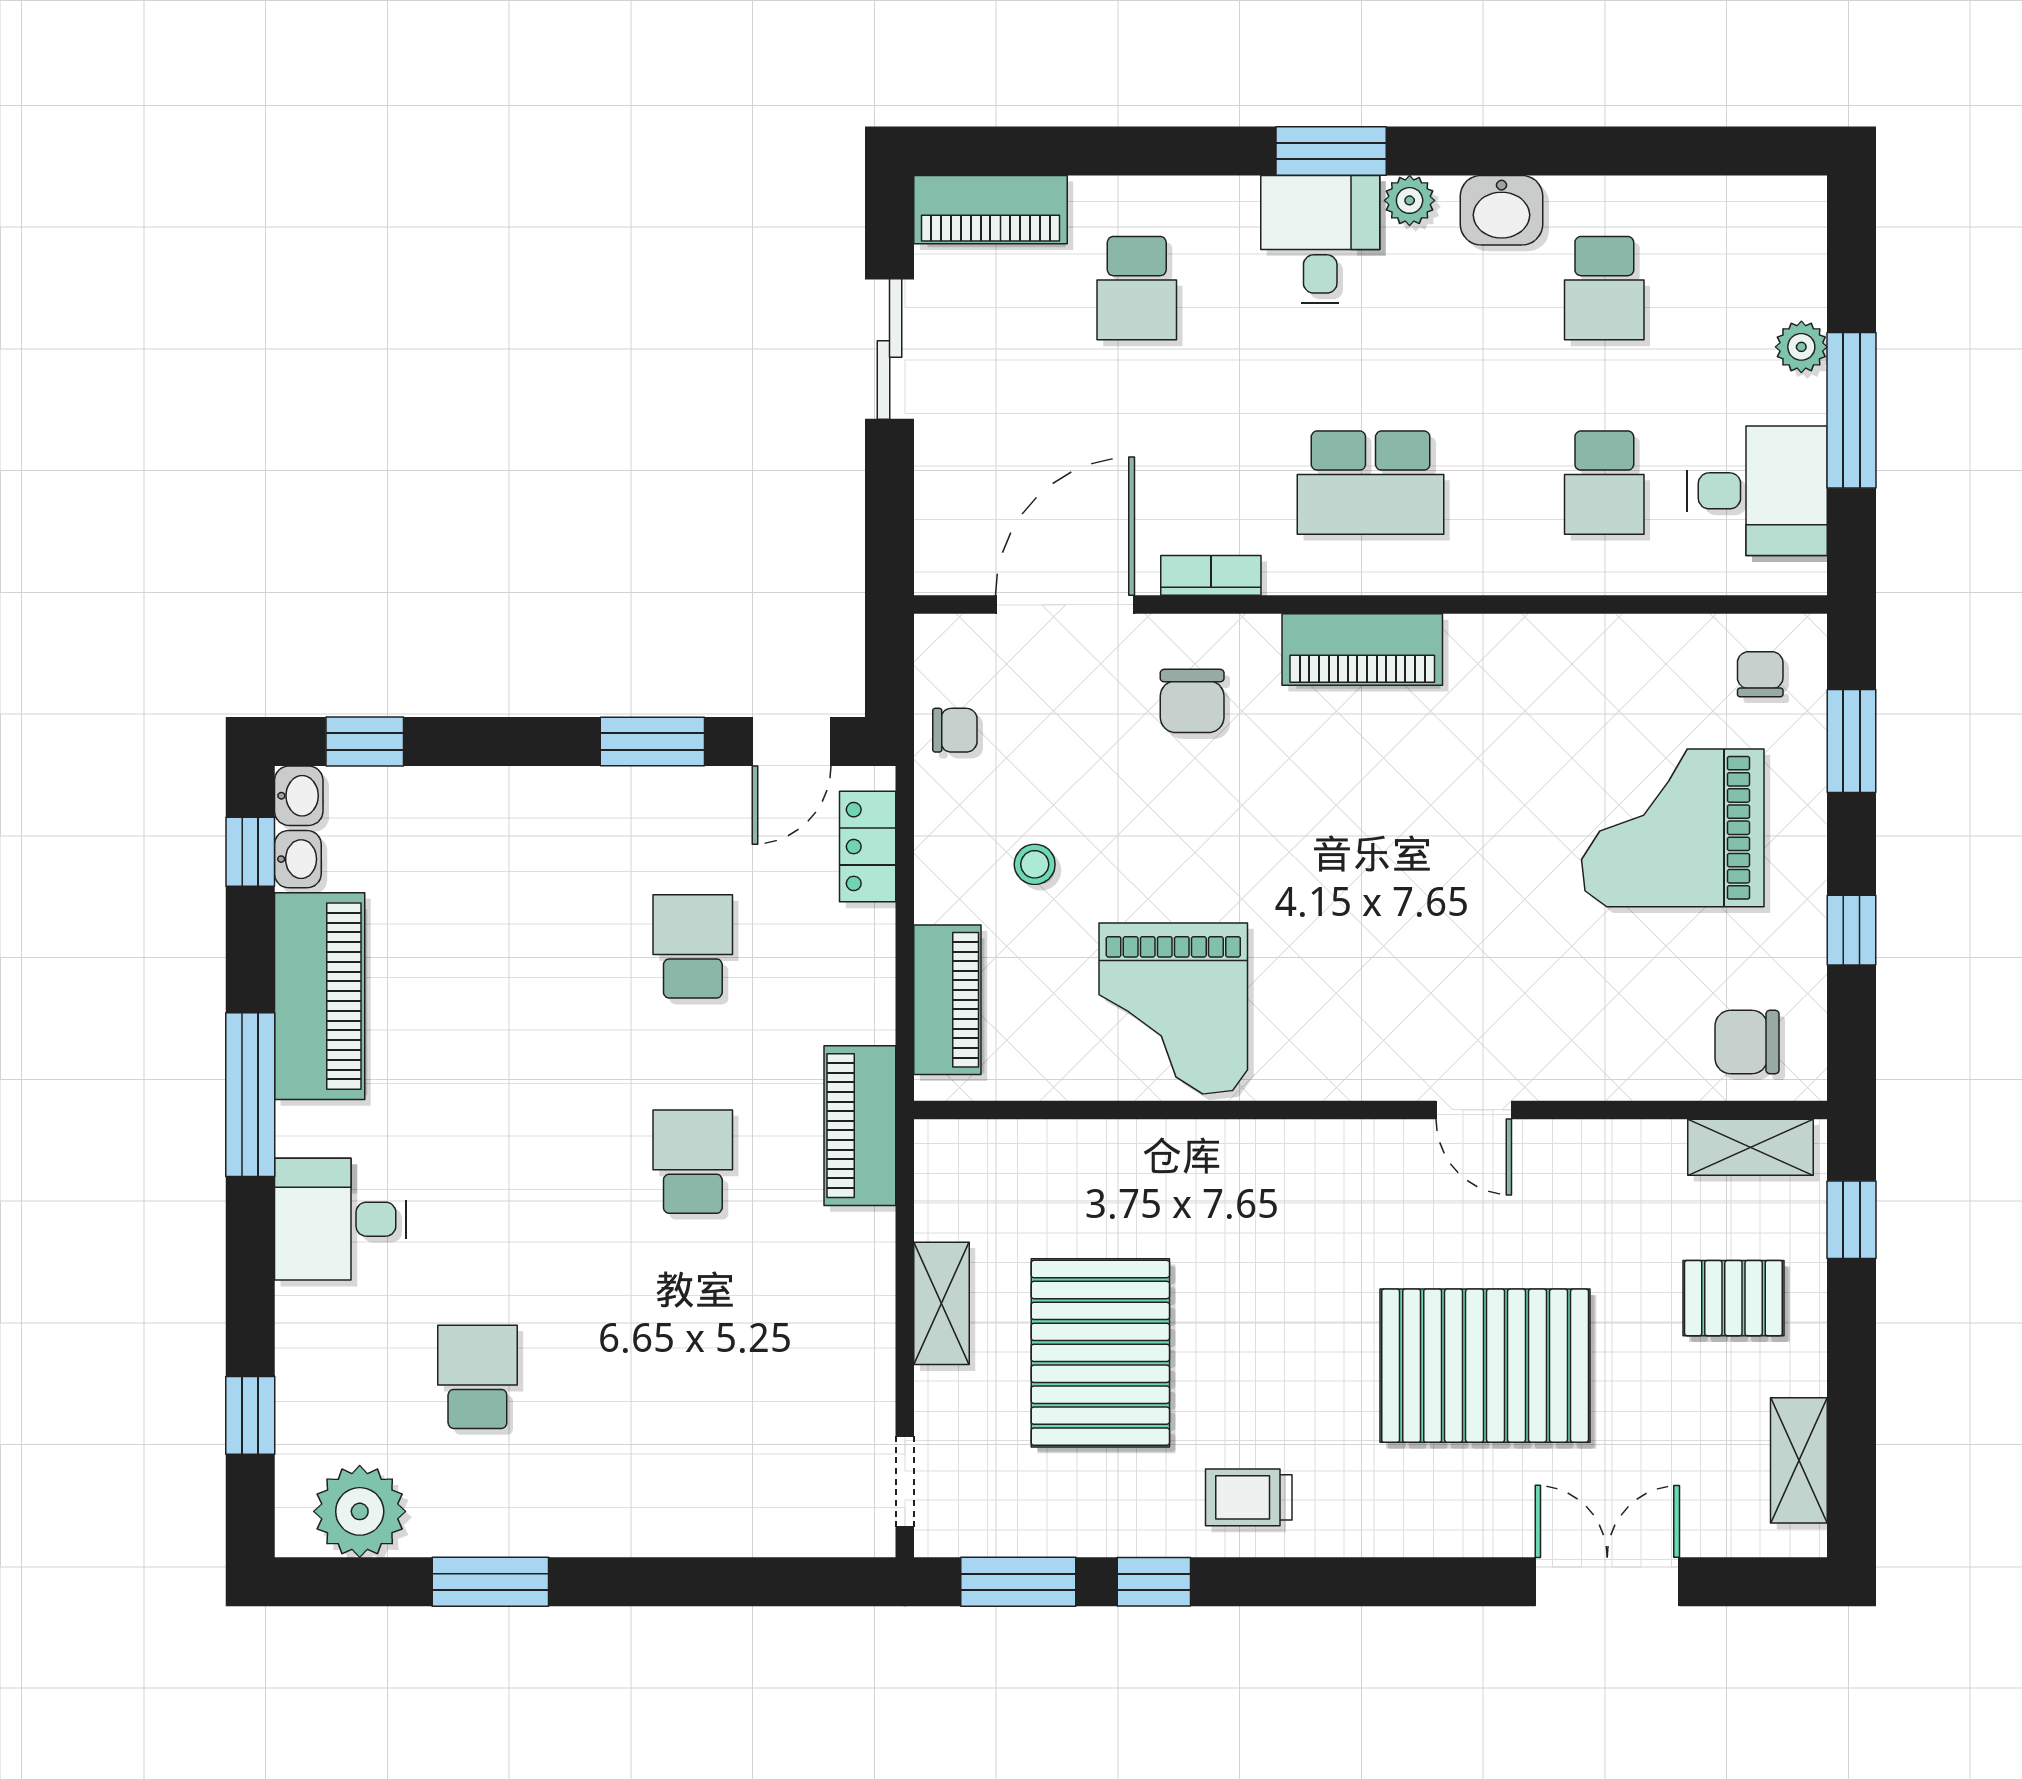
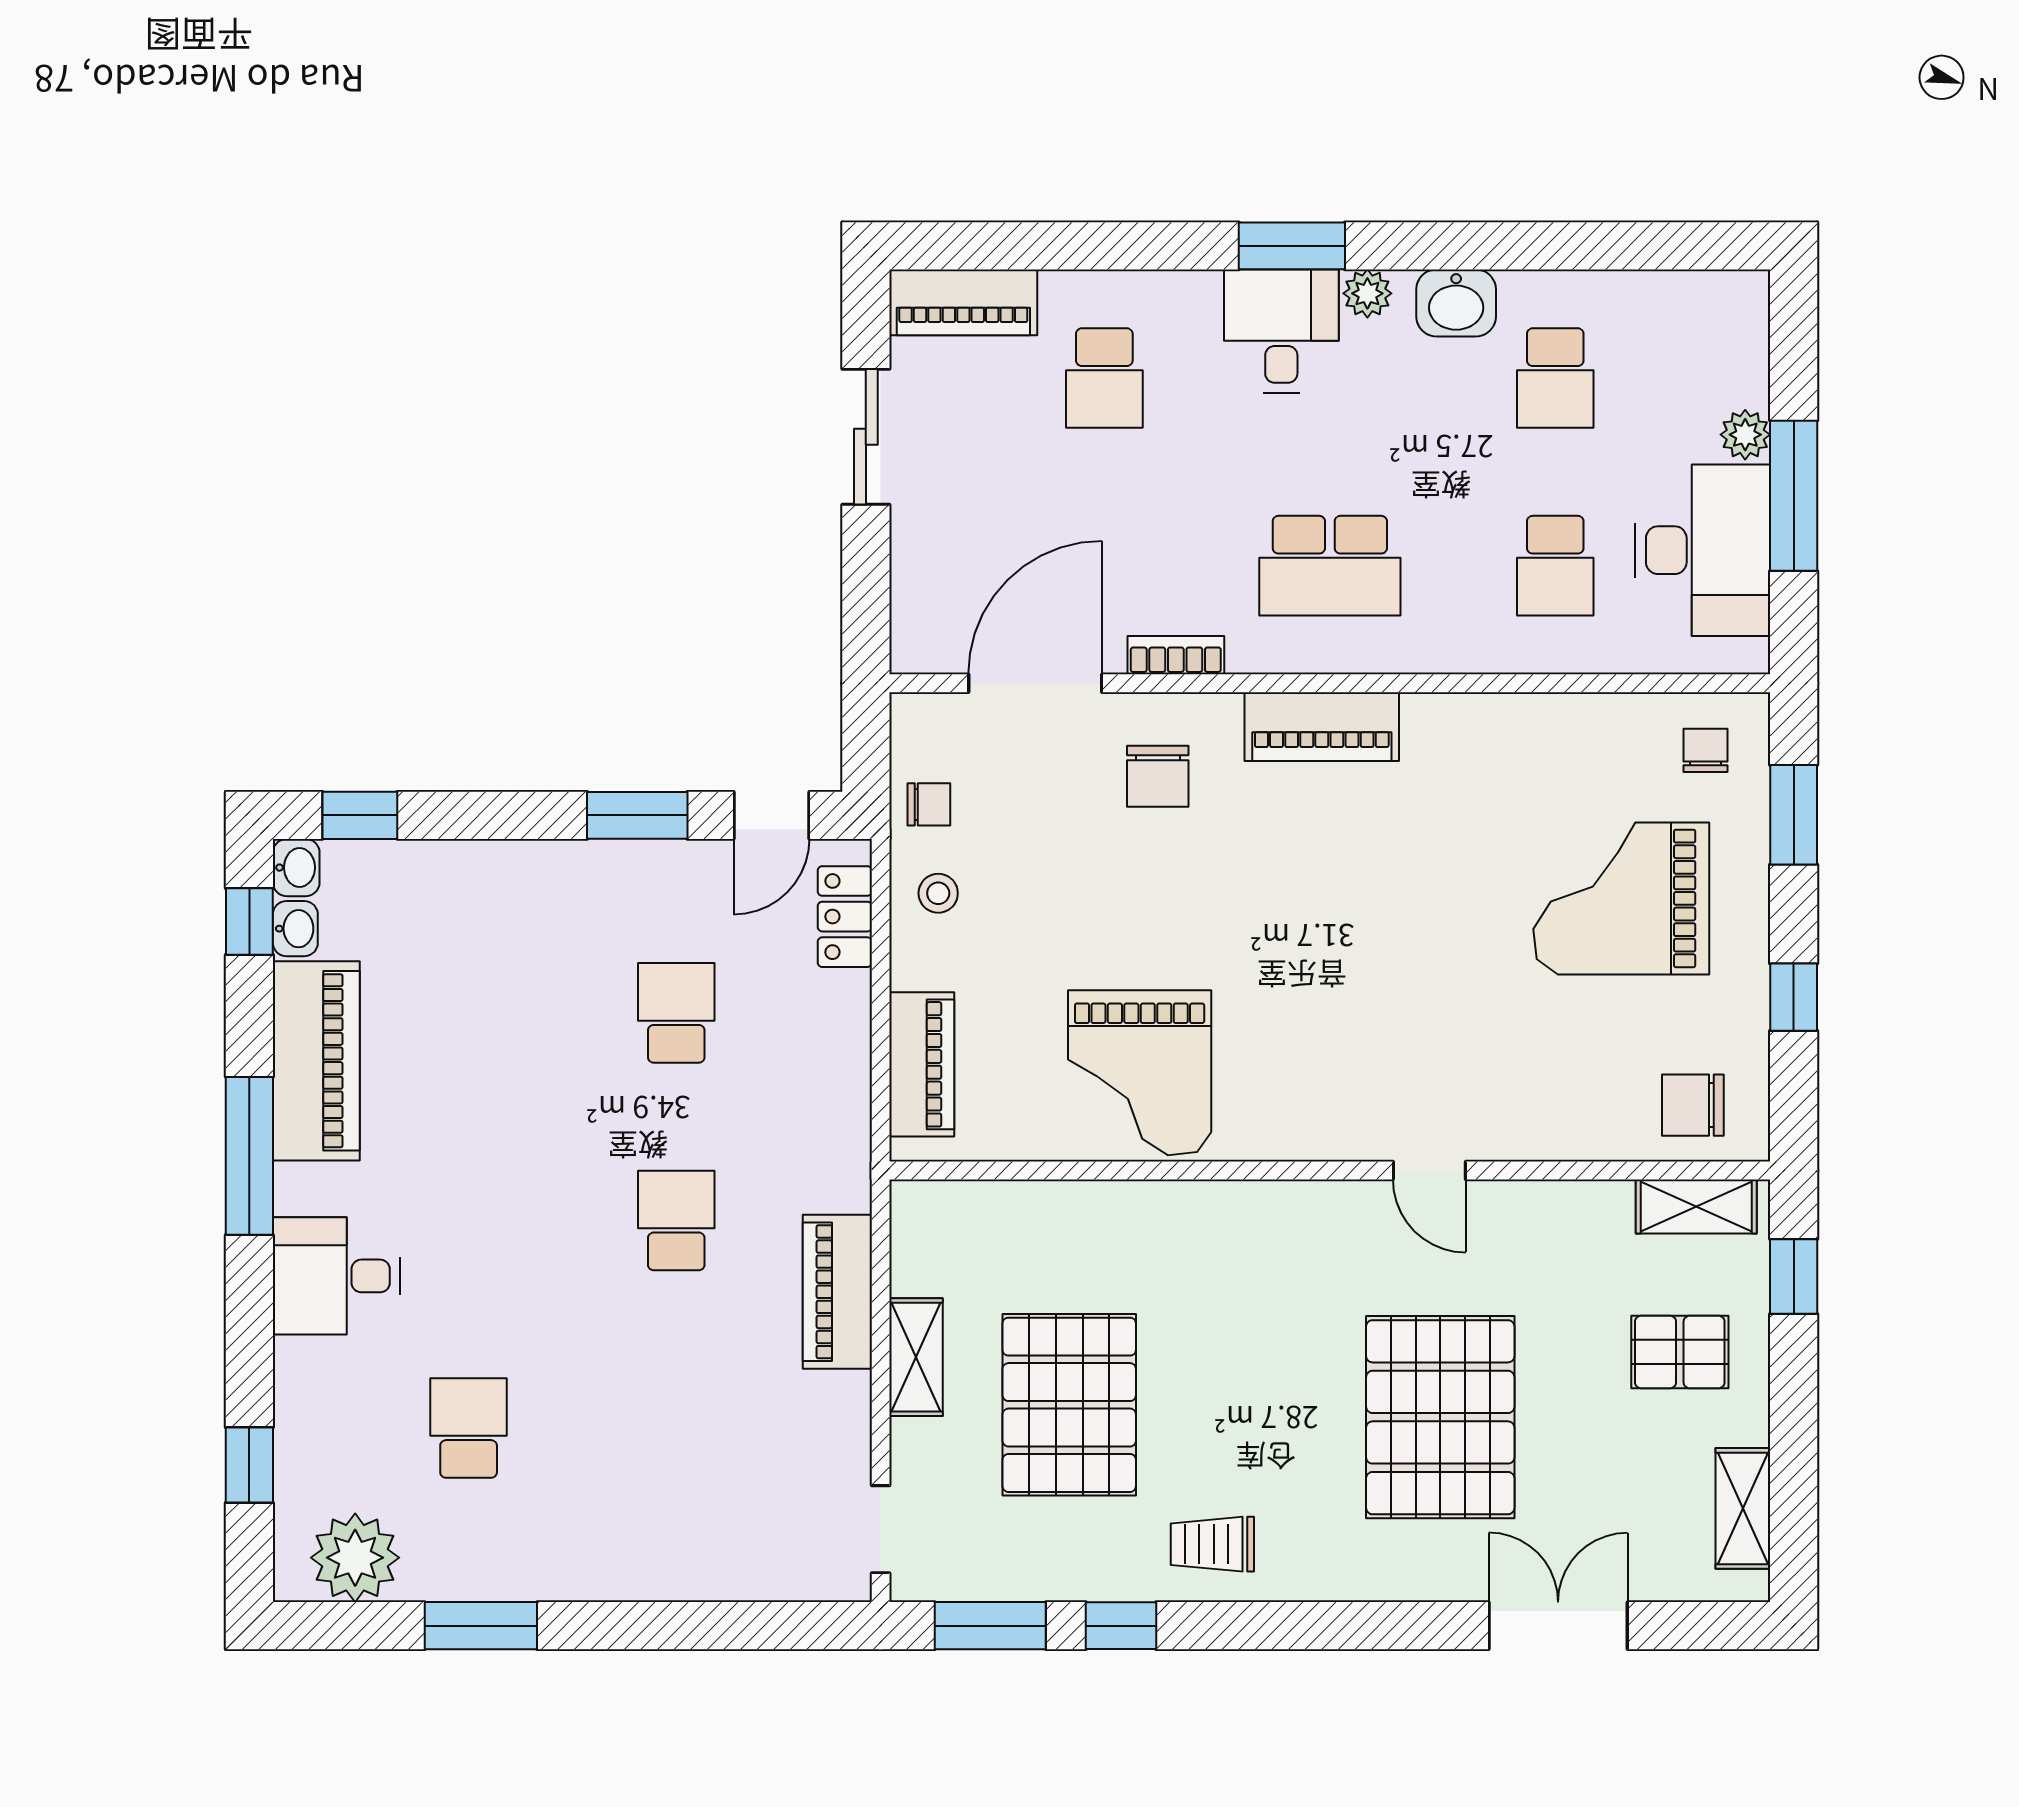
desk: (1757, 491) -> (1703, 550), width x1.37
stool: (1035, 864) -> (938, 893), moved
piano: (860, 1126) -> (837, 1292), moved
pallet: (1485, 1366) -> (1440, 1417), turned 90

